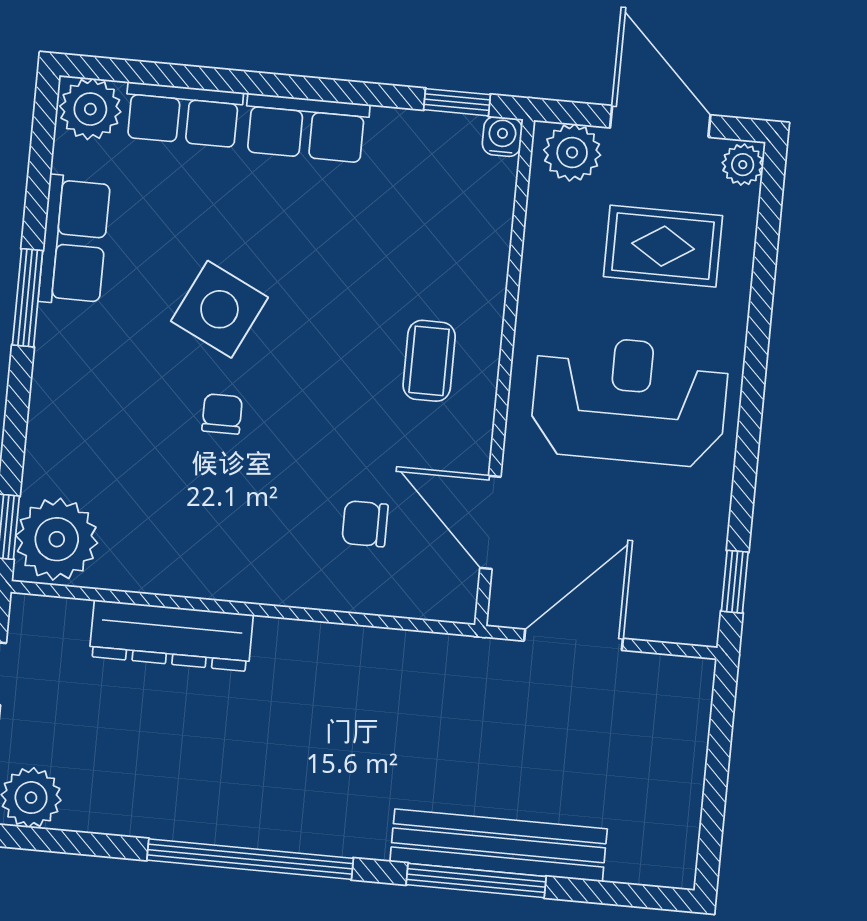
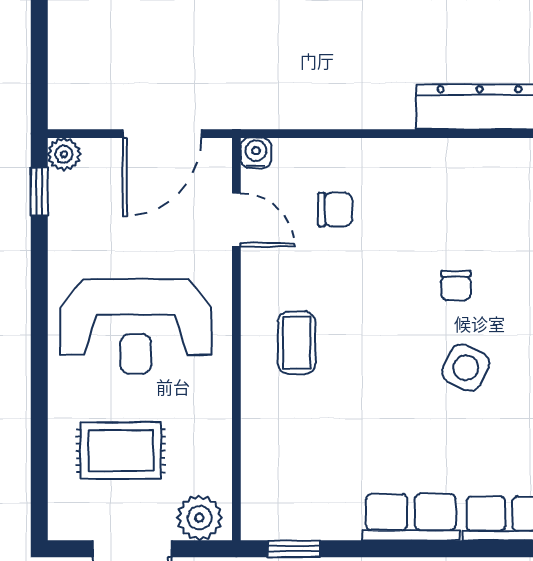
water cooler: (502, 136) -> (256, 153), moved, turned 180
plant: (743, 165) -> (64, 154), moved
side table: (219, 309) -> (466, 368), width x0.73, depth x0.73
door: (490, 522) -> (236, 220), width x0.73

